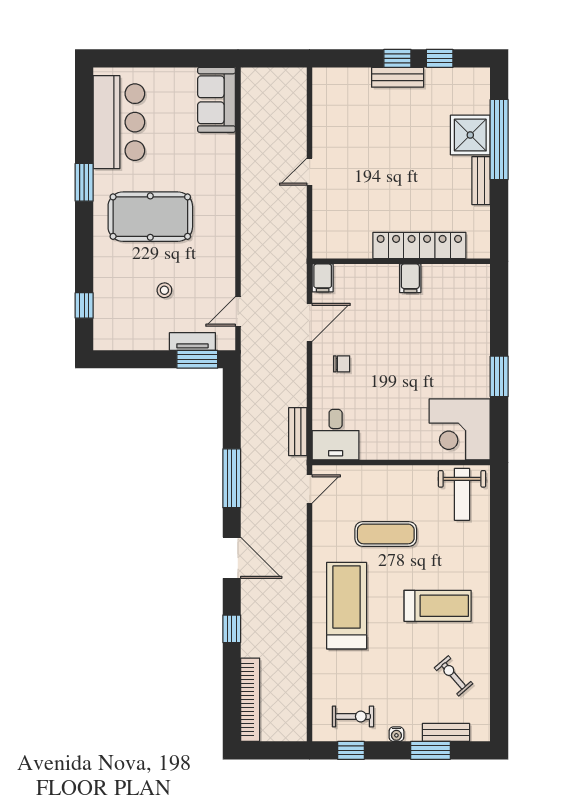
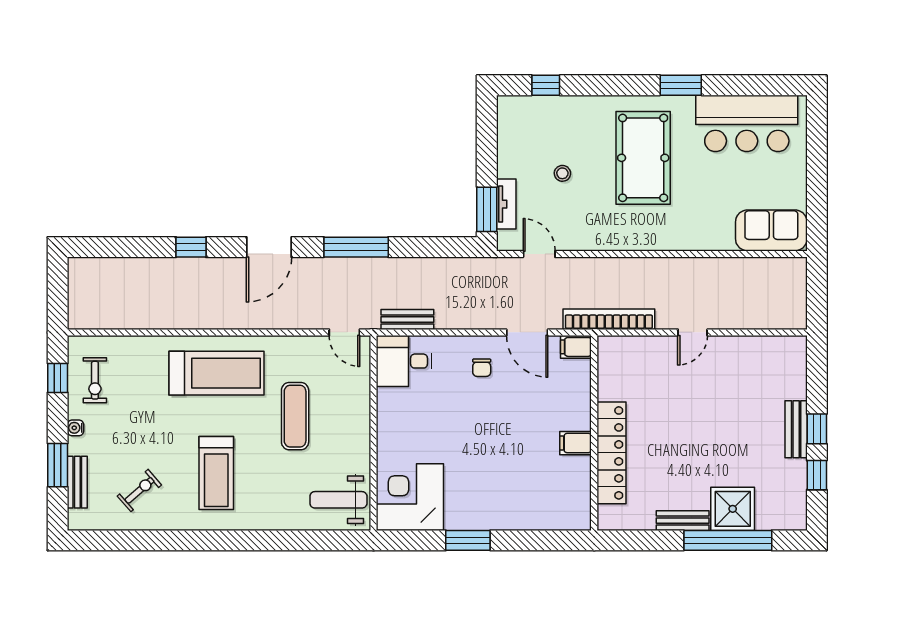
door: (310, 172) -> (693, 332), swing flipped
bookcase: (250, 700) -> (609, 319), moved, turned 180

